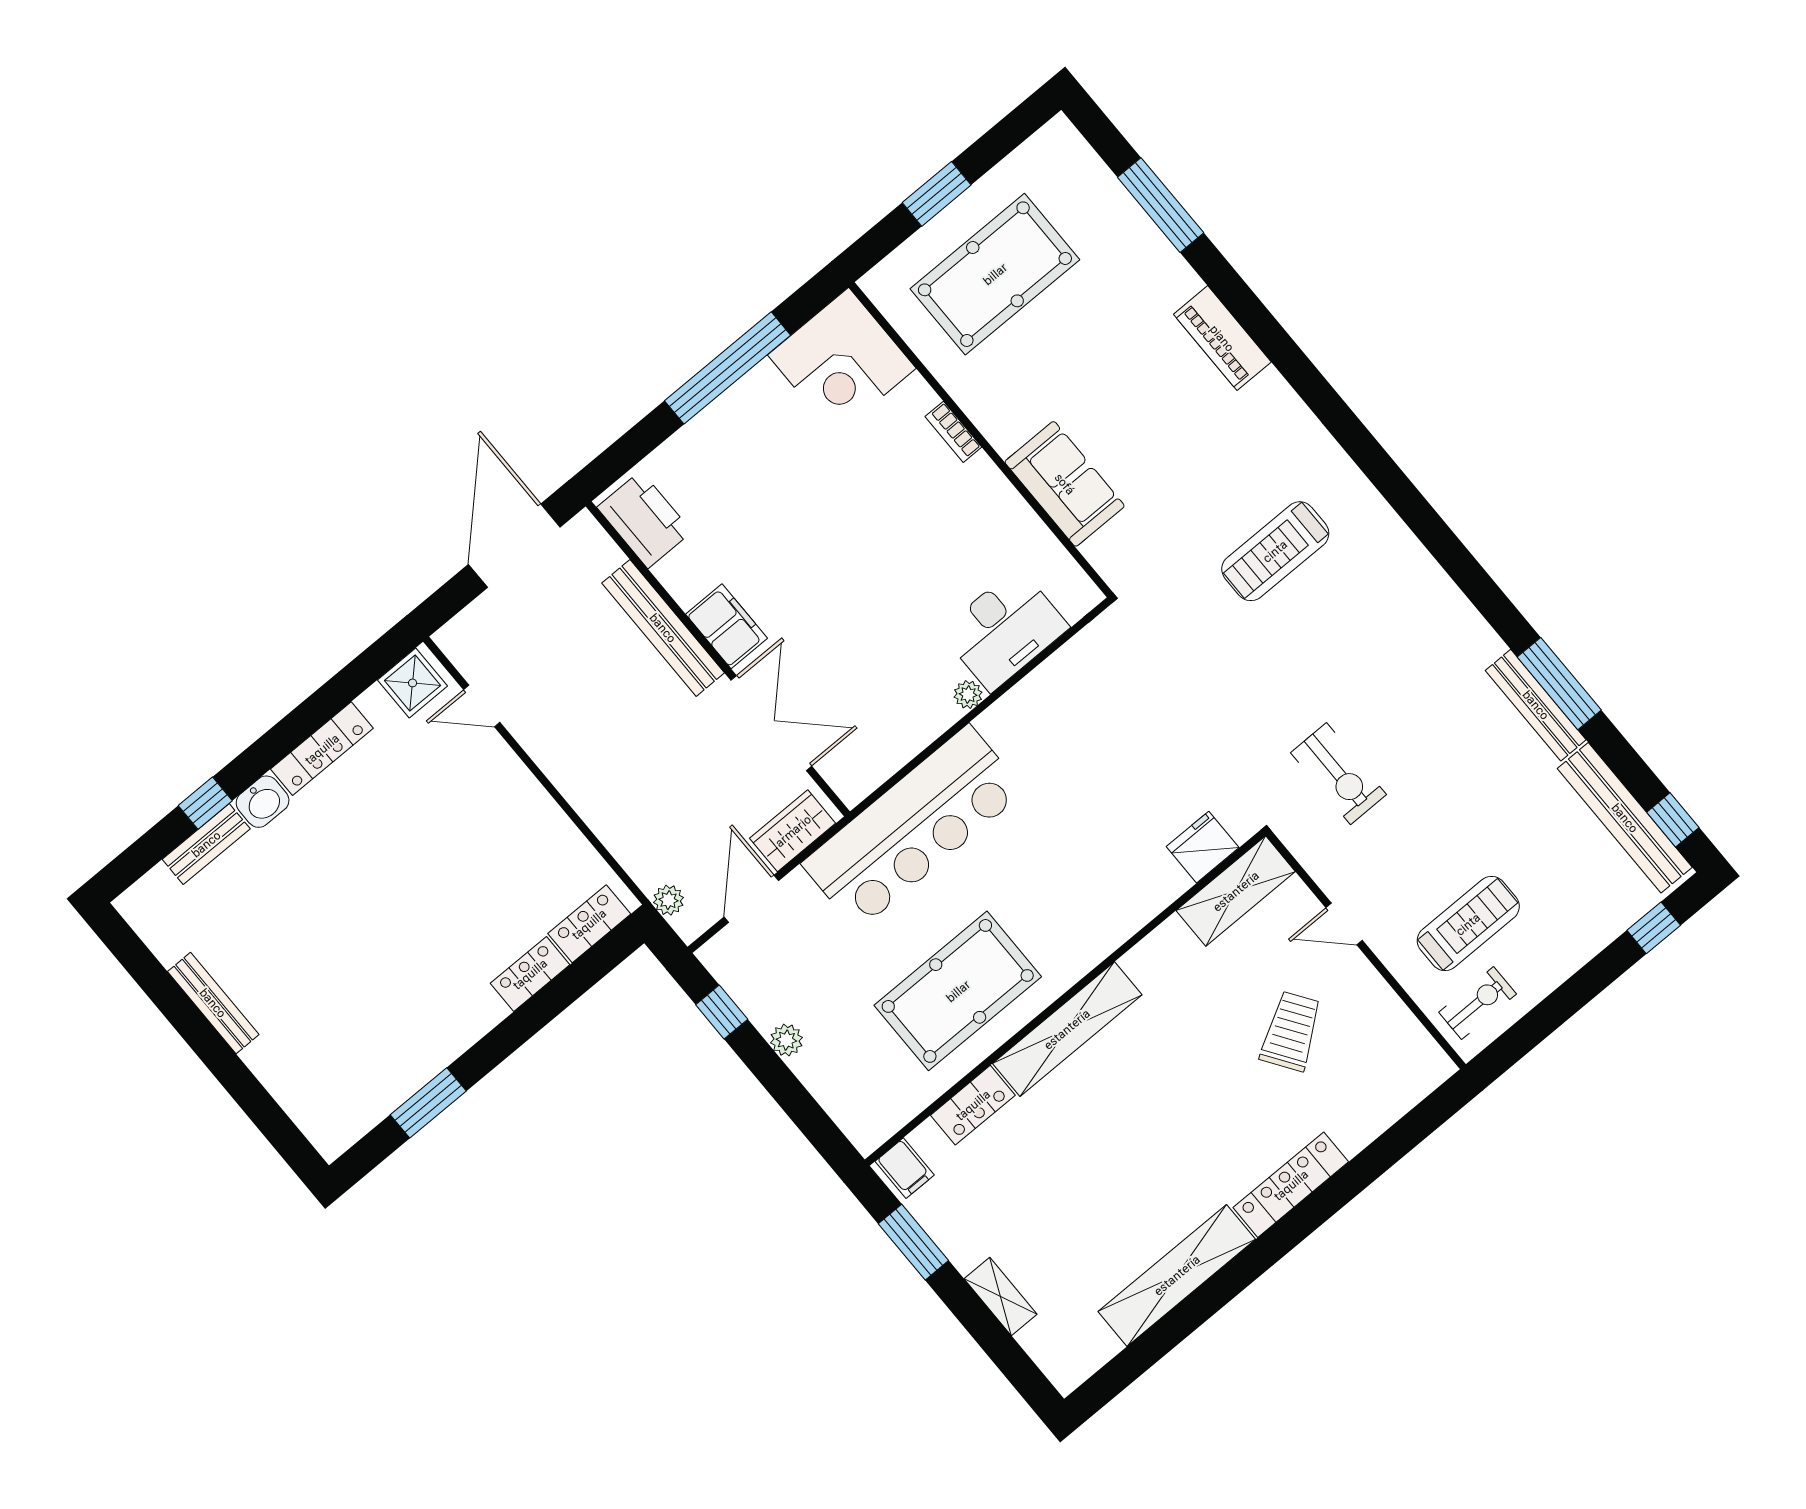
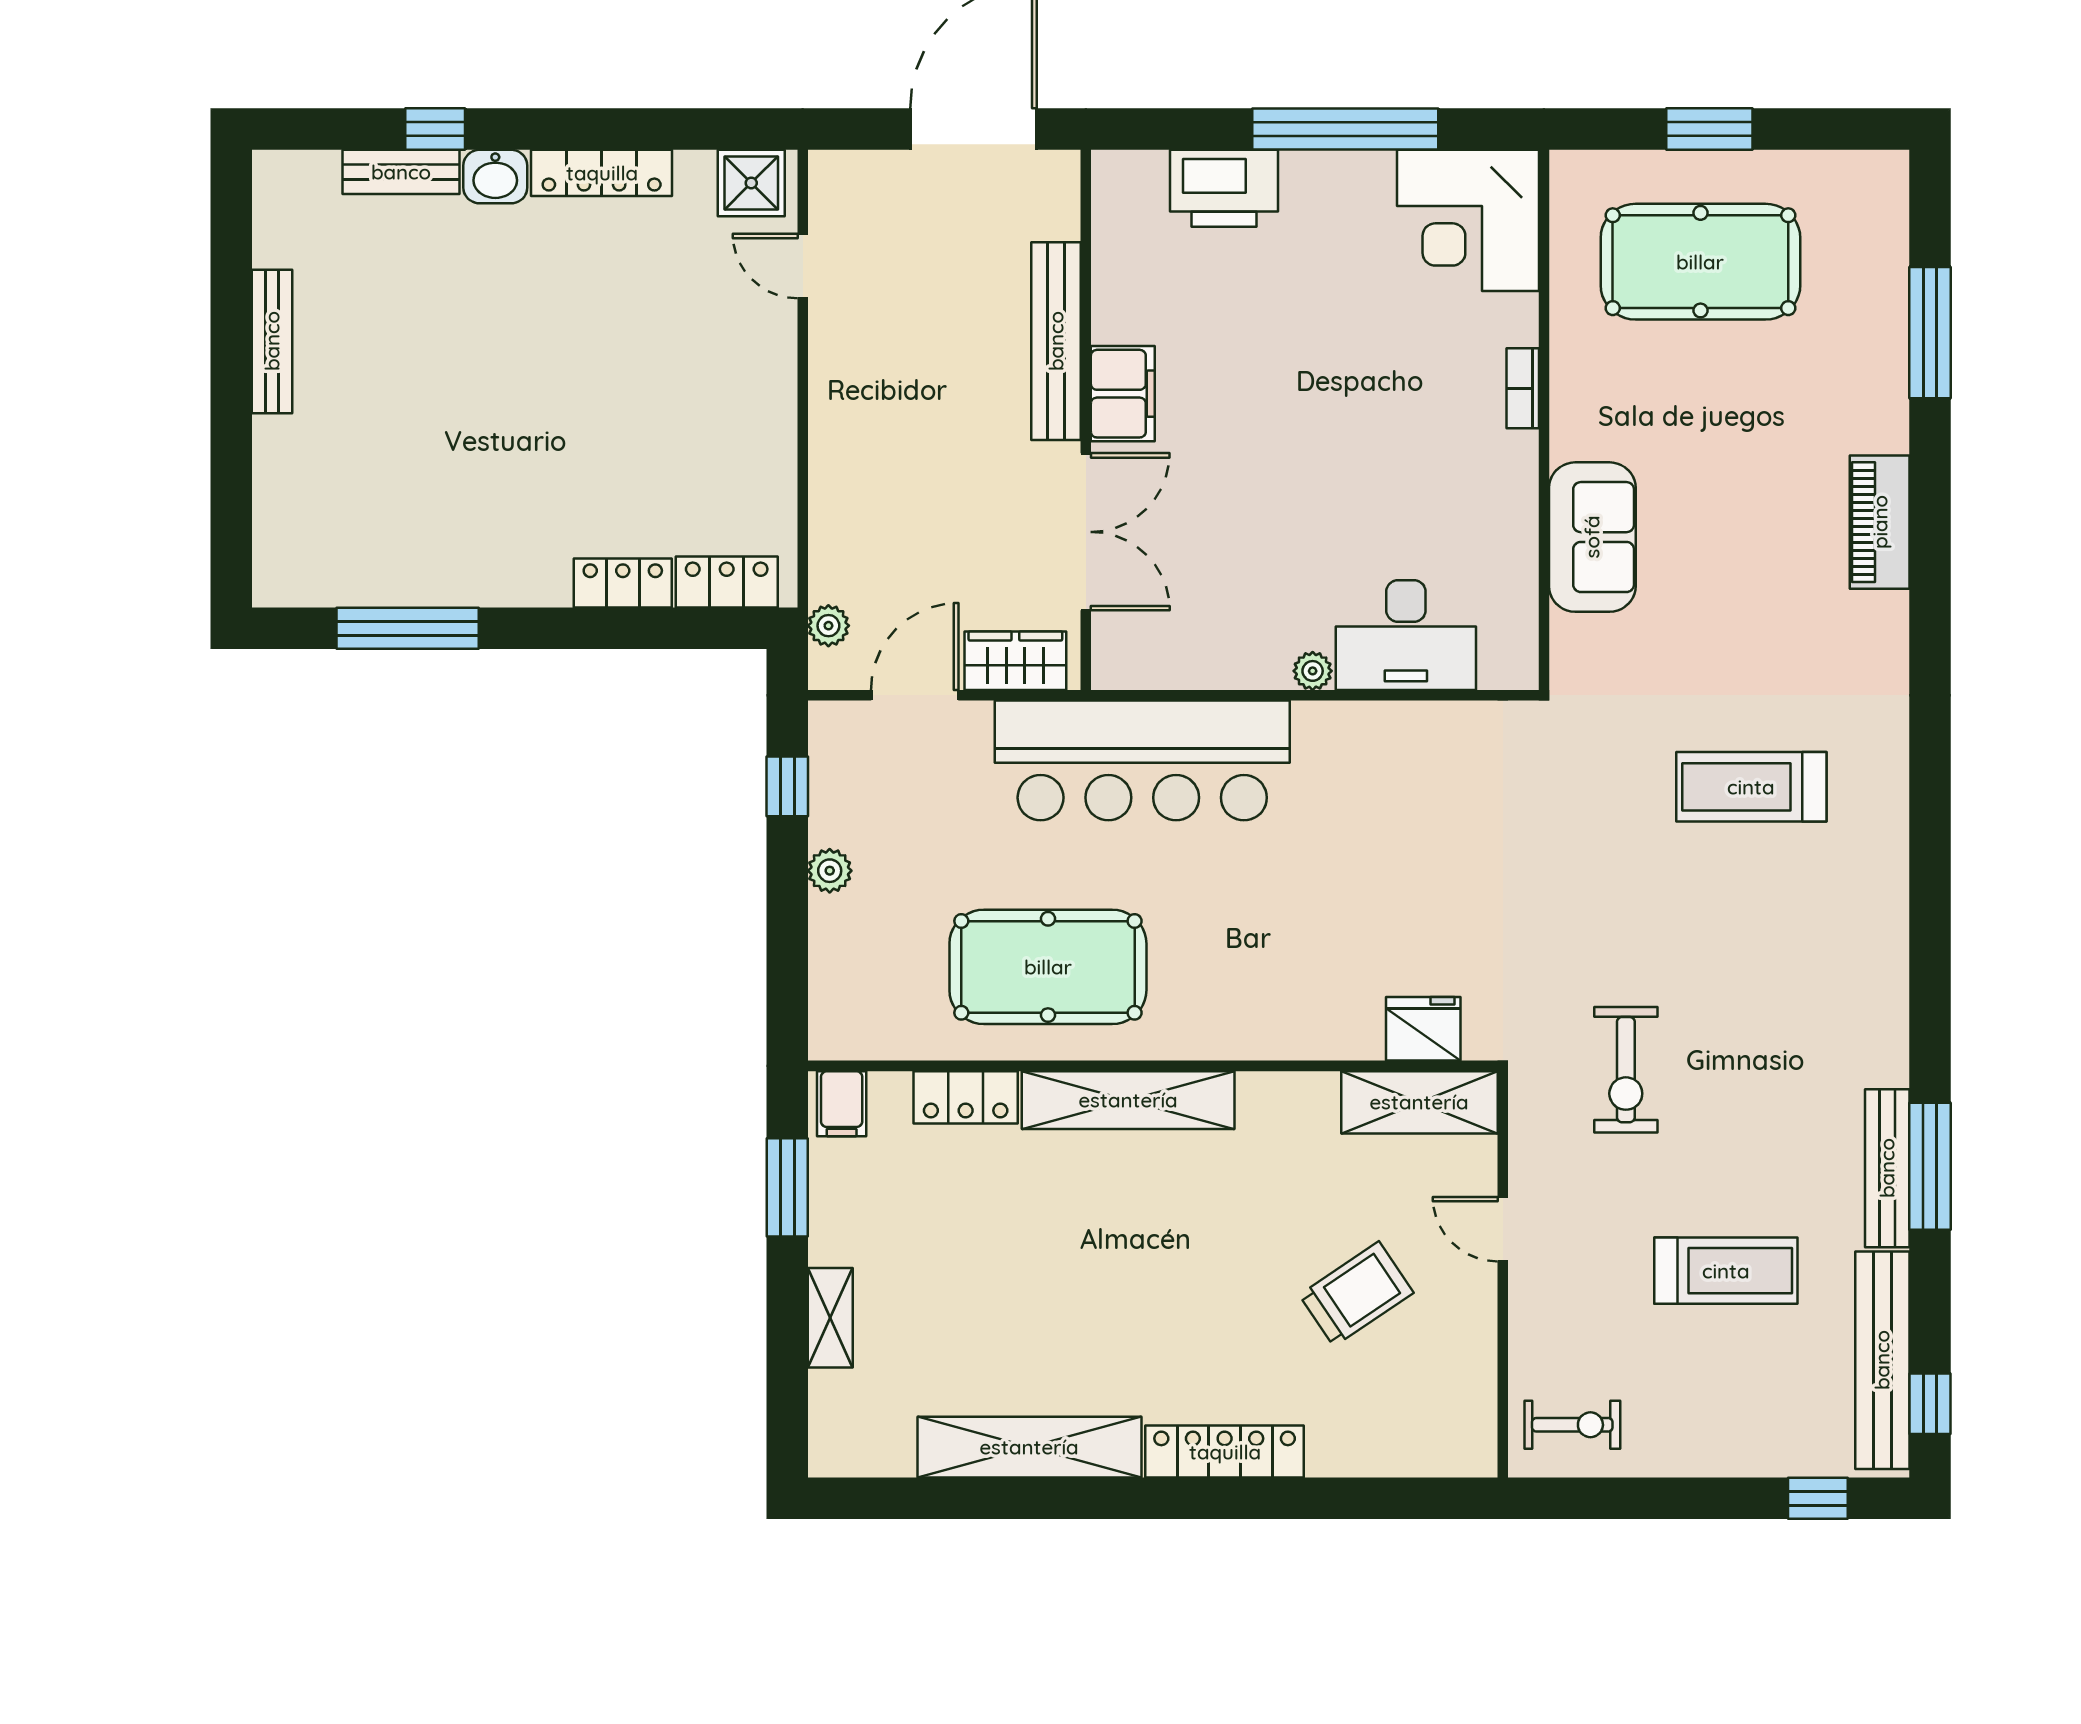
printer: (644, 520) -> (1224, 188), moved, turned 90
treadmill: (1468, 924) -> (1726, 1271), moved
window: (428, 1103) -> (408, 628), width x1.44

